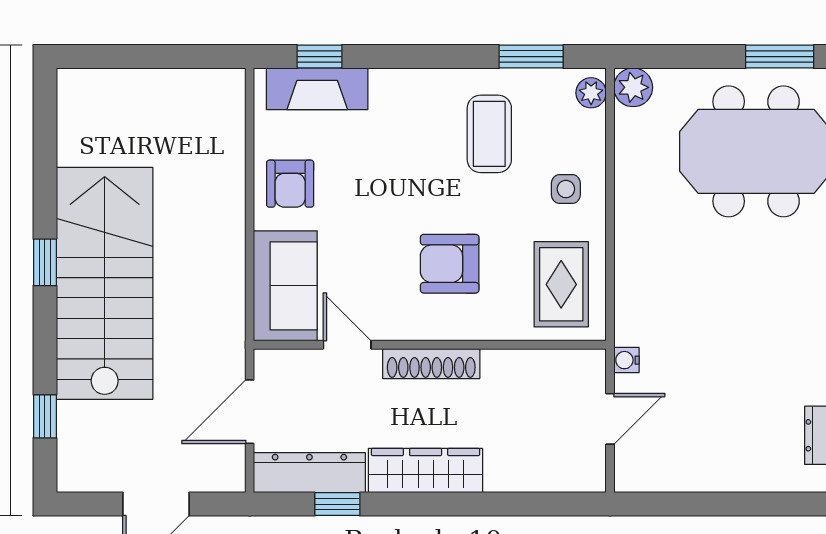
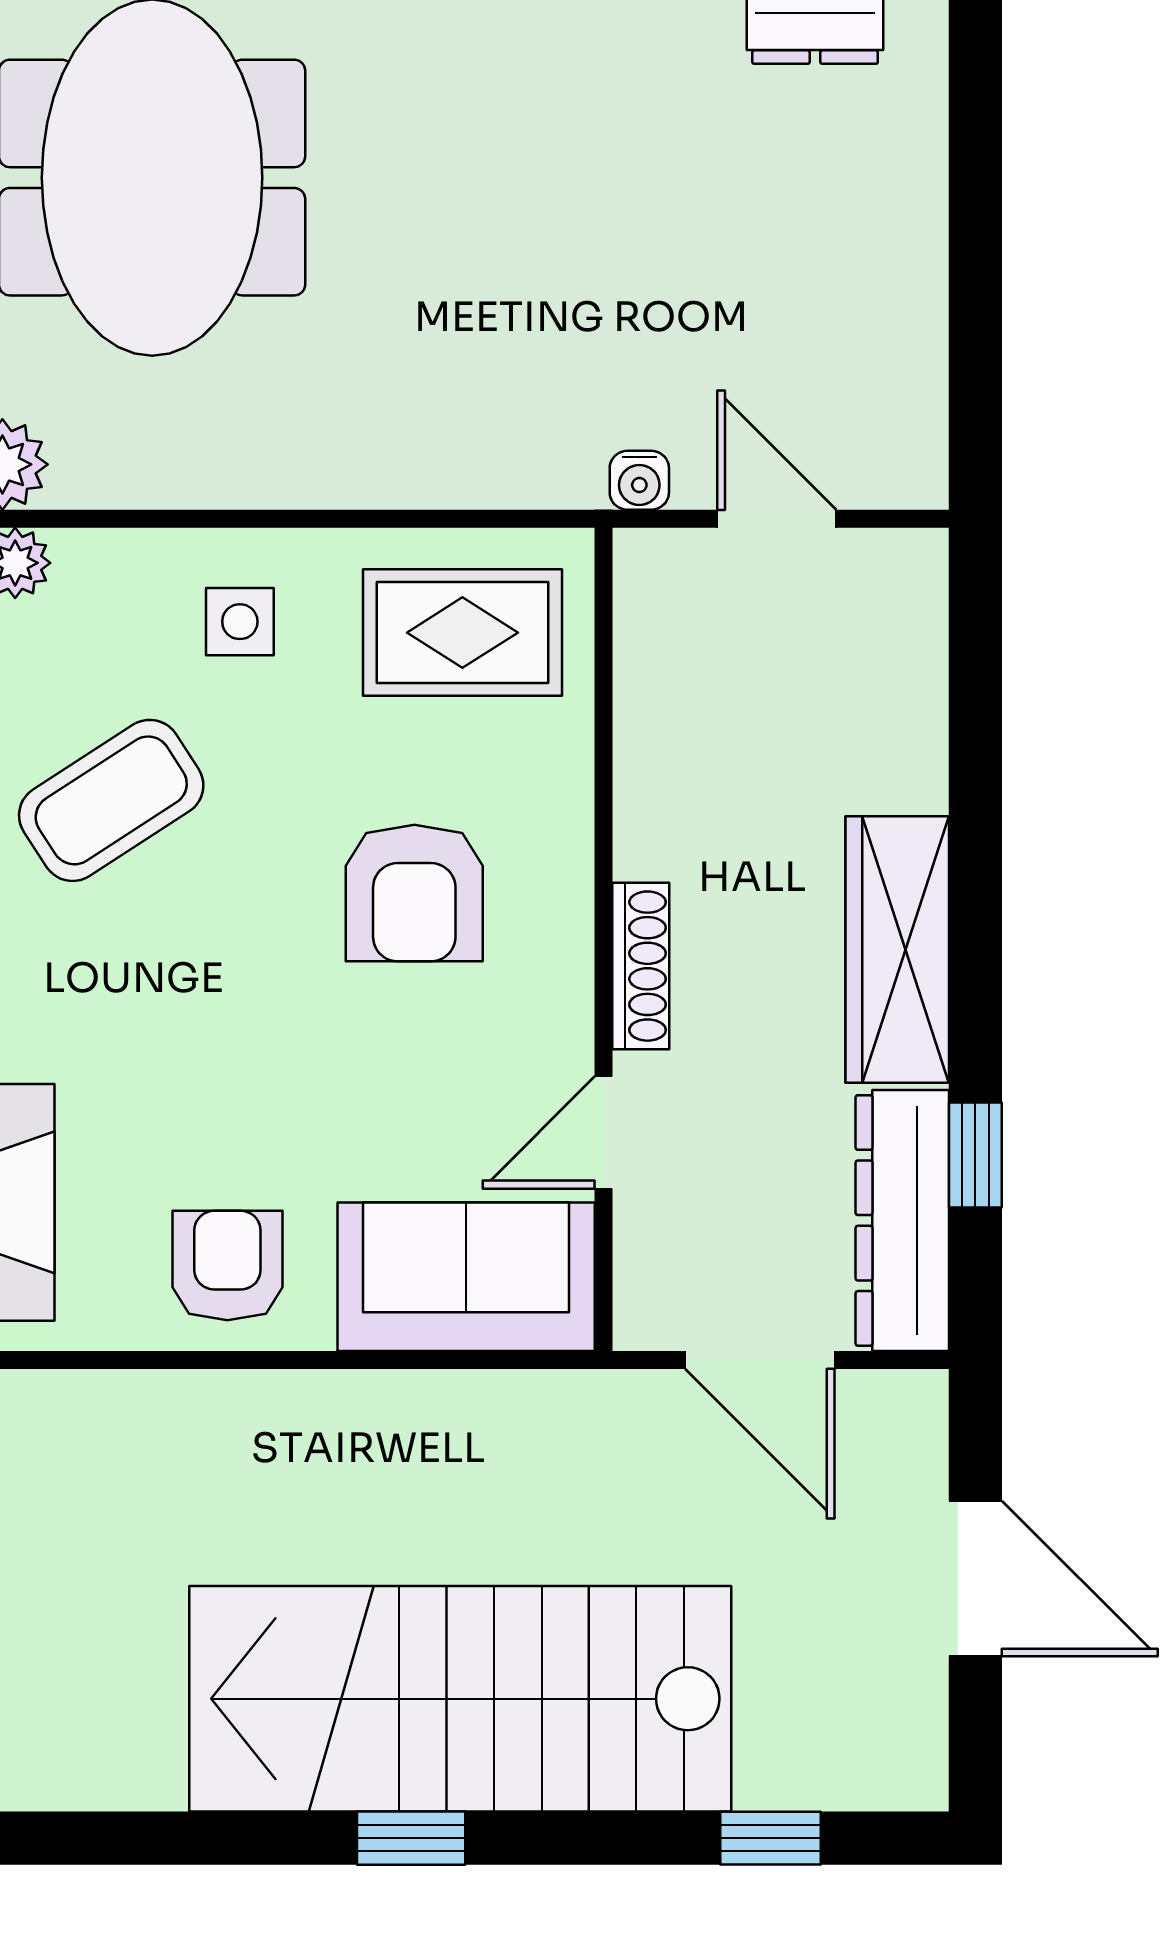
coffee table: (489, 134) -> (111, 800), turned -33
armchair: (290, 184) -> (227, 1265), turned -90
shoe rack: (431, 364) -> (641, 966), width x0.74, depth x0.81

